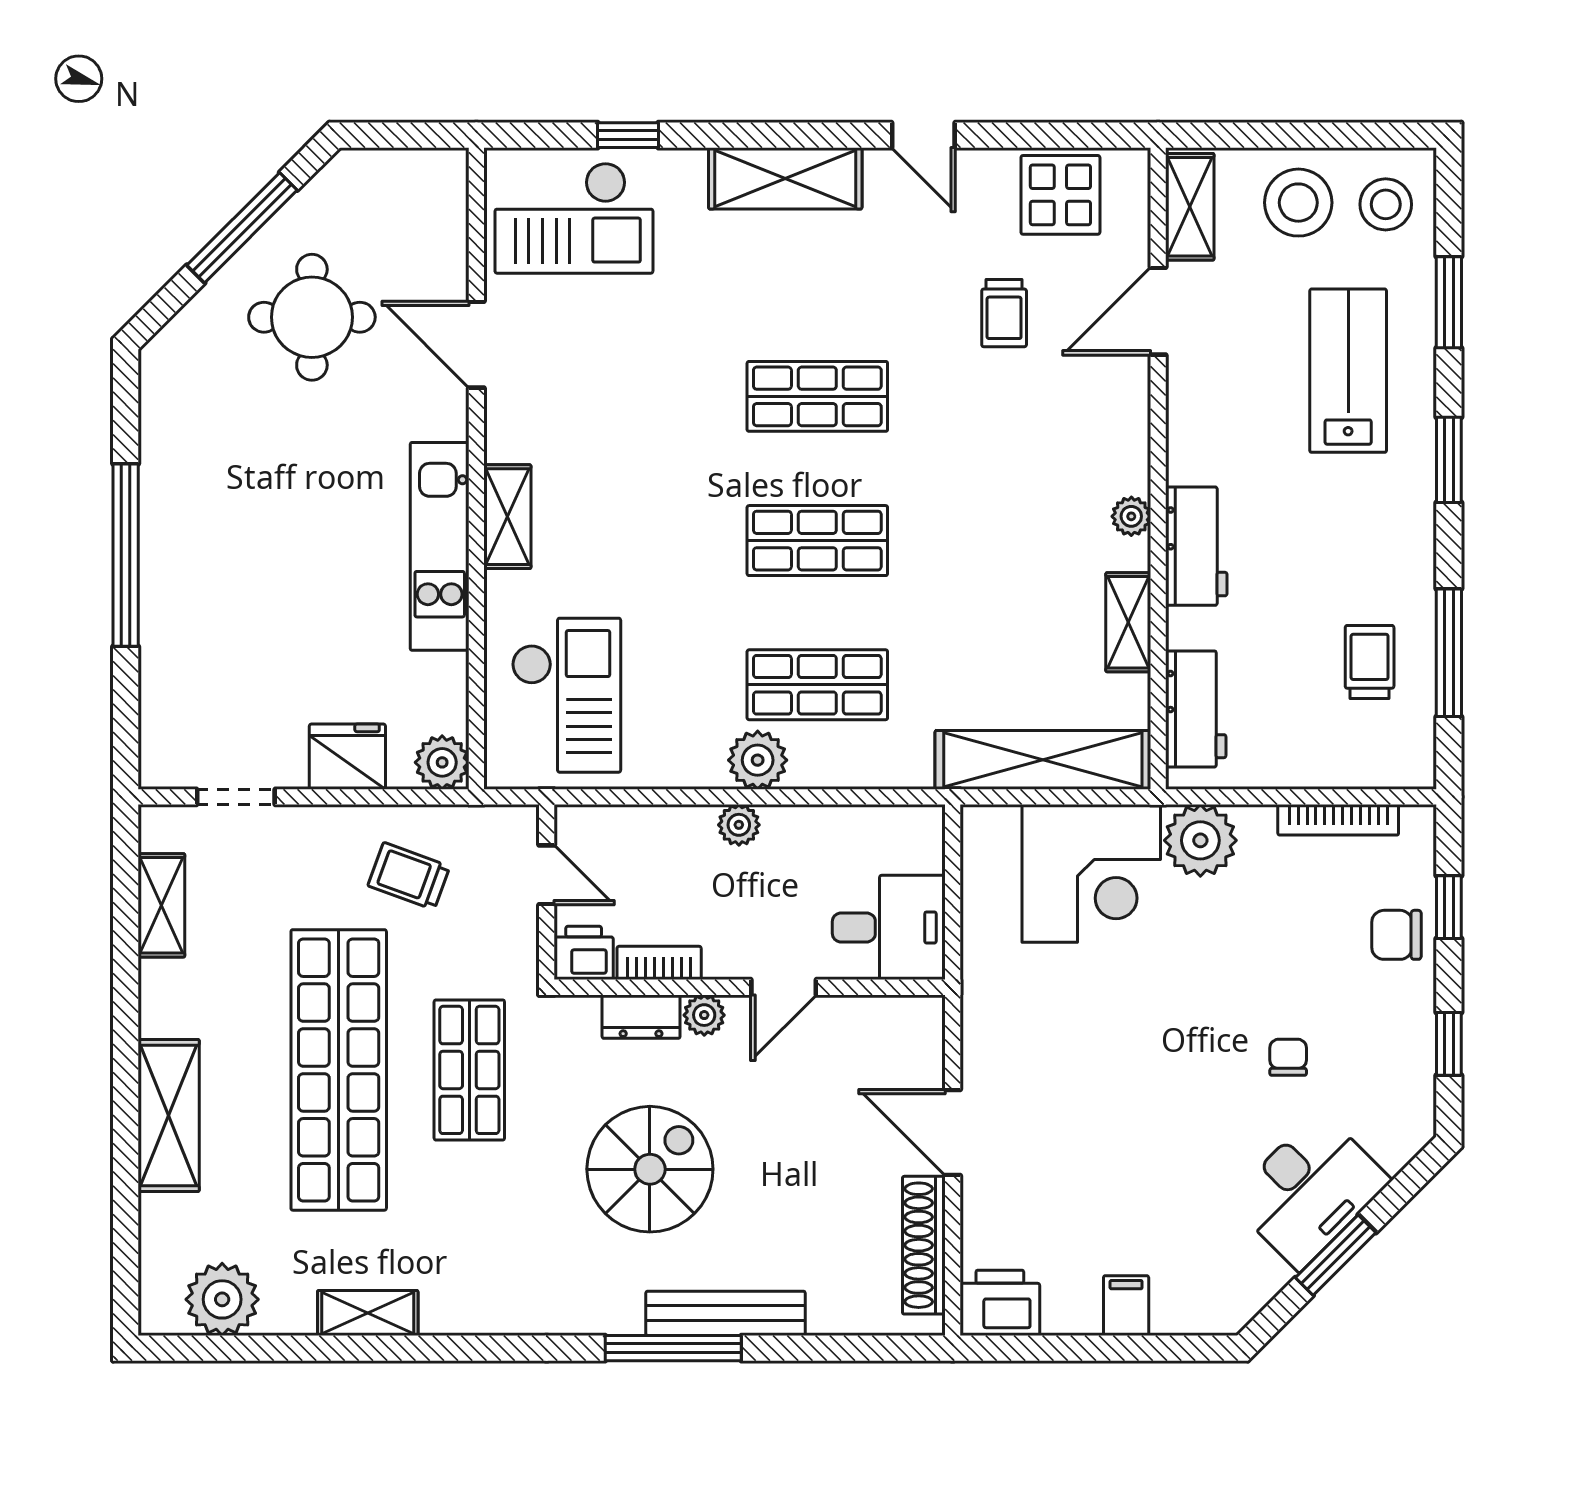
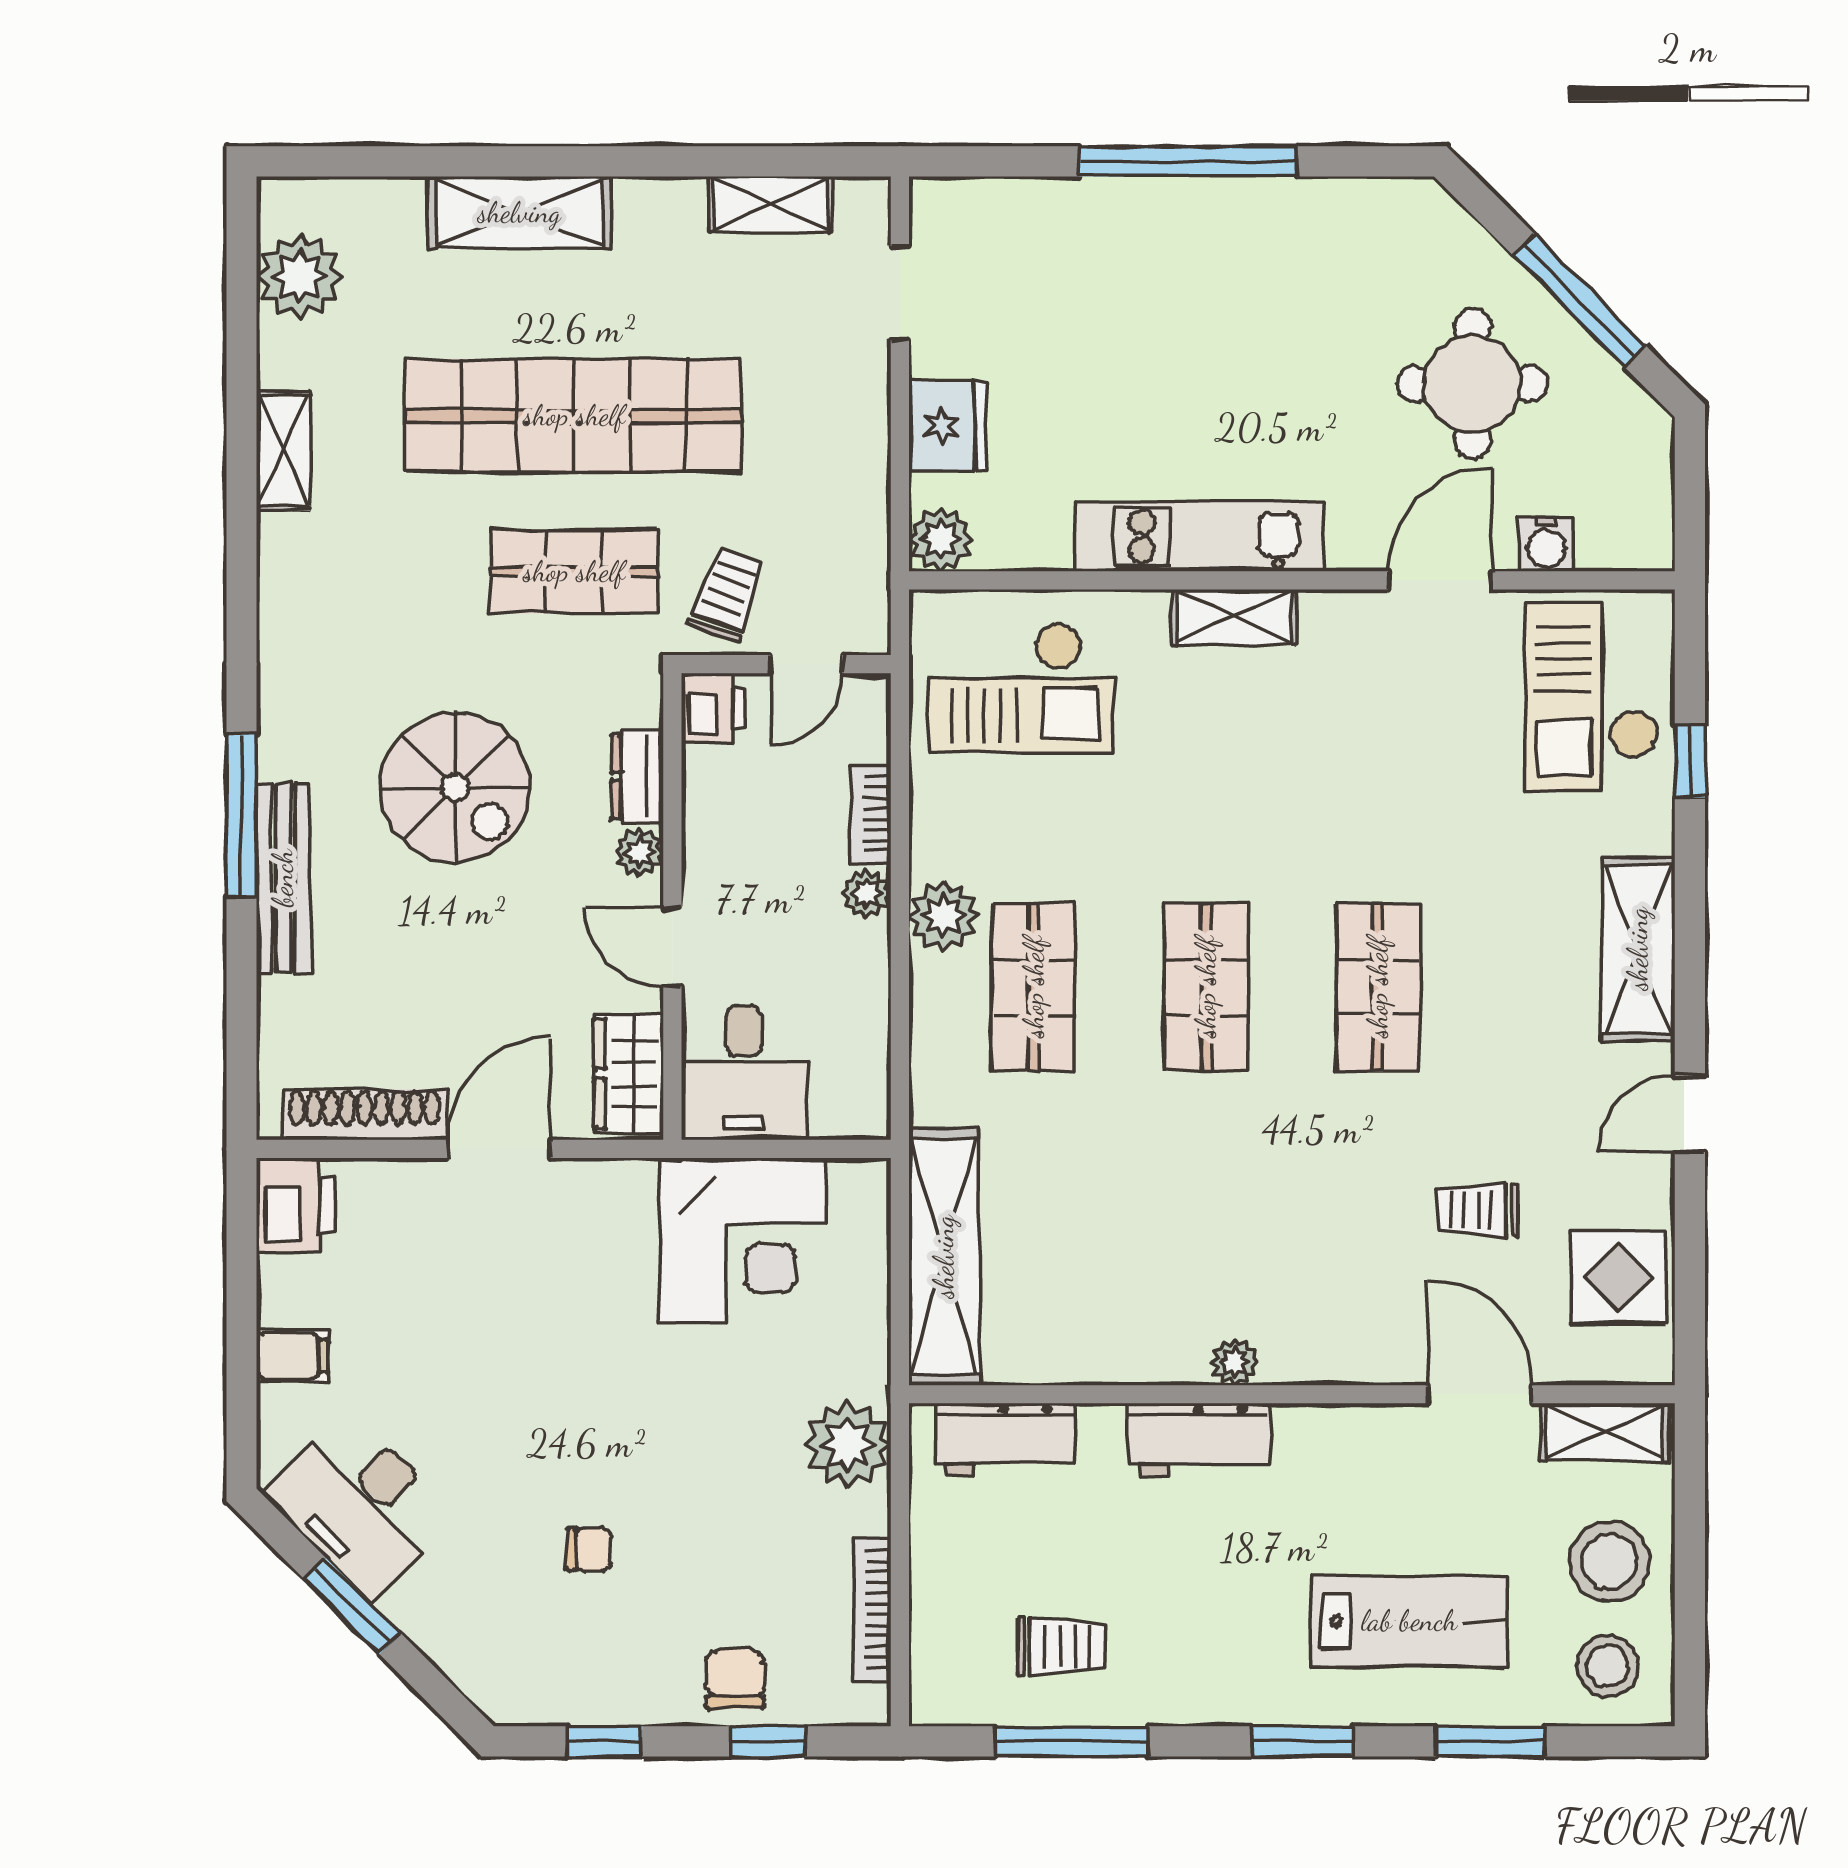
water cooler: (446, 255) -> (1546, 544), added
shelving: (1128, 622) -> (1108, 1359), removed
corner desk: (1091, 873) -> (743, 1240), moved, turned -90
trolley: (409, 876) -> (727, 594), moved
bookcase: (659, 963) -> (871, 814), moved, turned 180
wardrobe: (890, 1024) -> (629, 1074), added
desk: (1309, 1190) -> (360, 1505), moved

